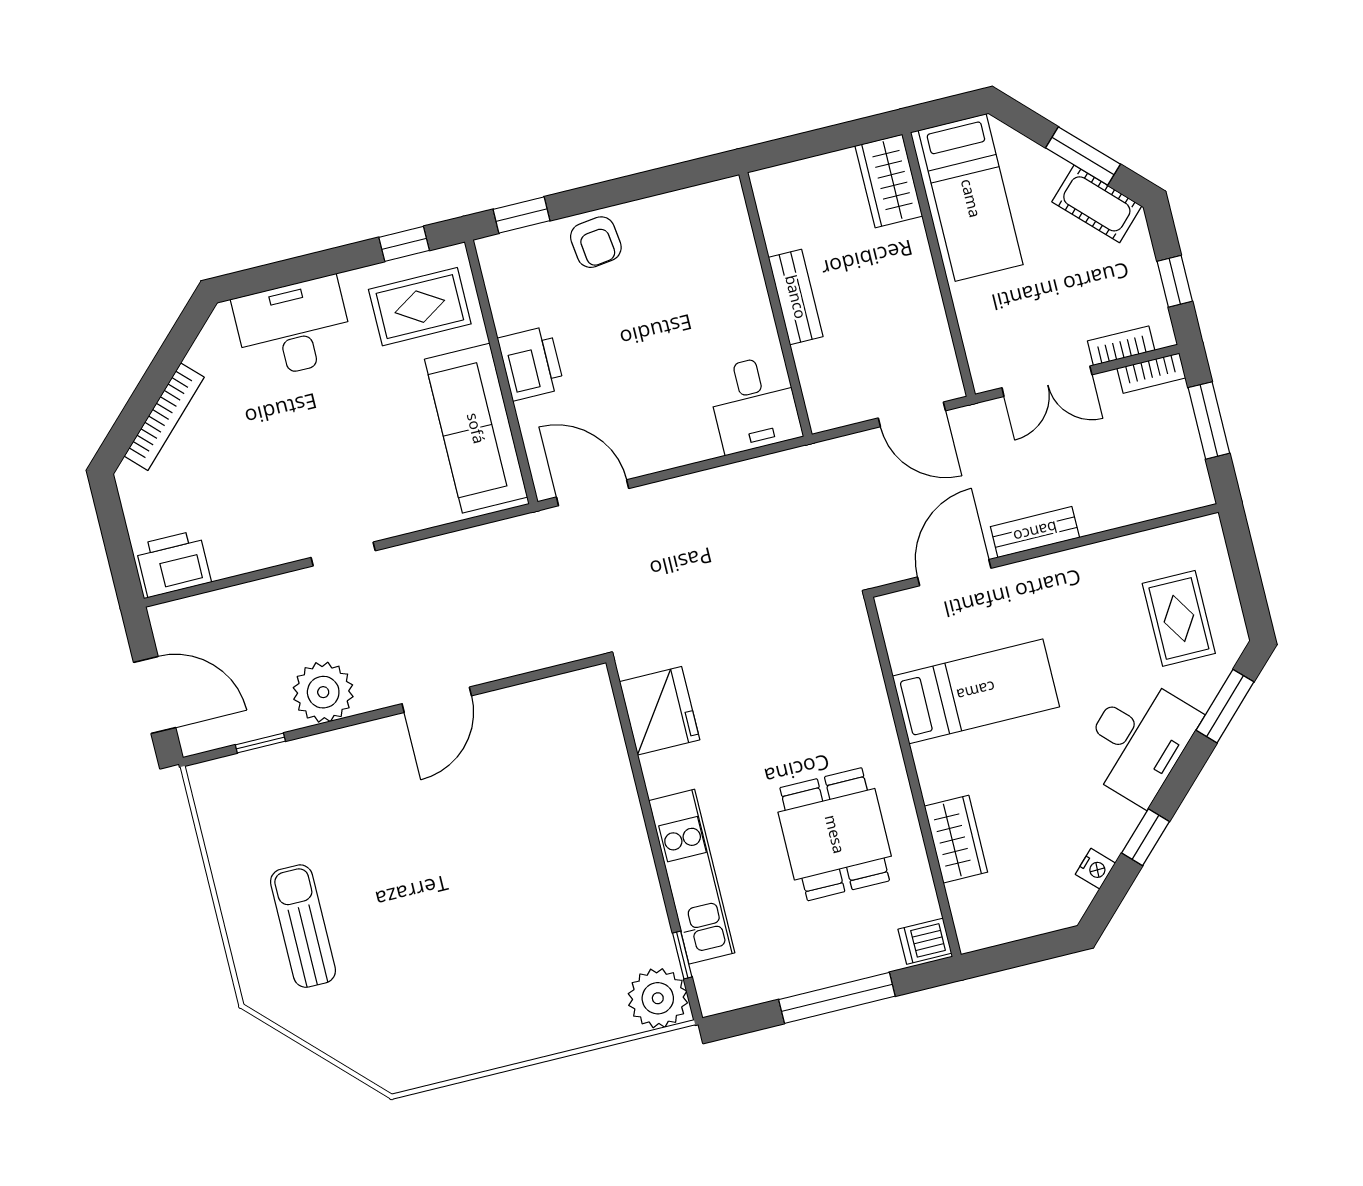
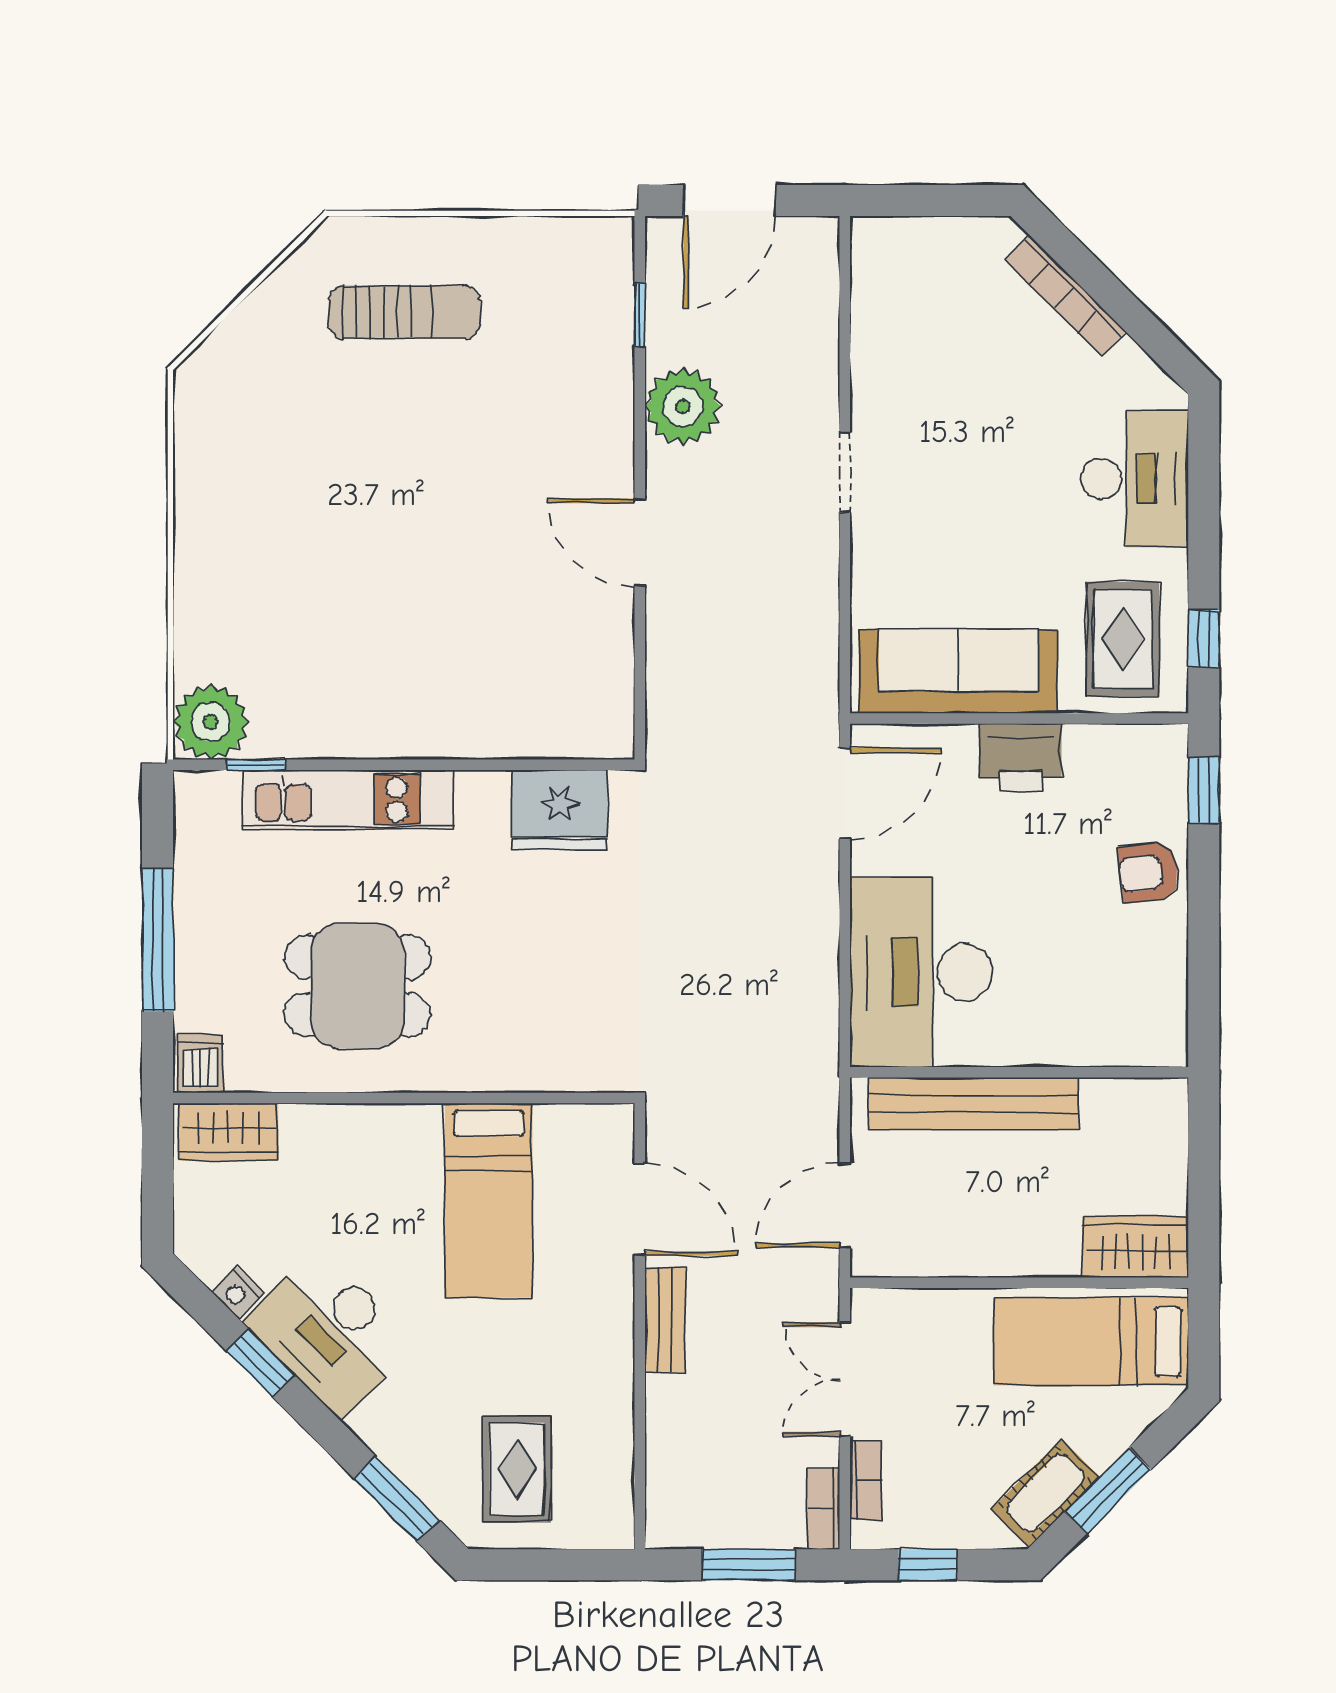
bench: (796, 297) -> (974, 1104), width x1.86, depth x1.21
desk: (754, 404) -> (921, 972), width x1.87, depth x1.30
printer: (173, 564) -> (884, 263), removed
rug: (1179, 618) -> (517, 1469), turned 90
desk: (1139, 740) -> (330, 1333), moved
wardrobe: (956, 839) -> (228, 1132), moved

